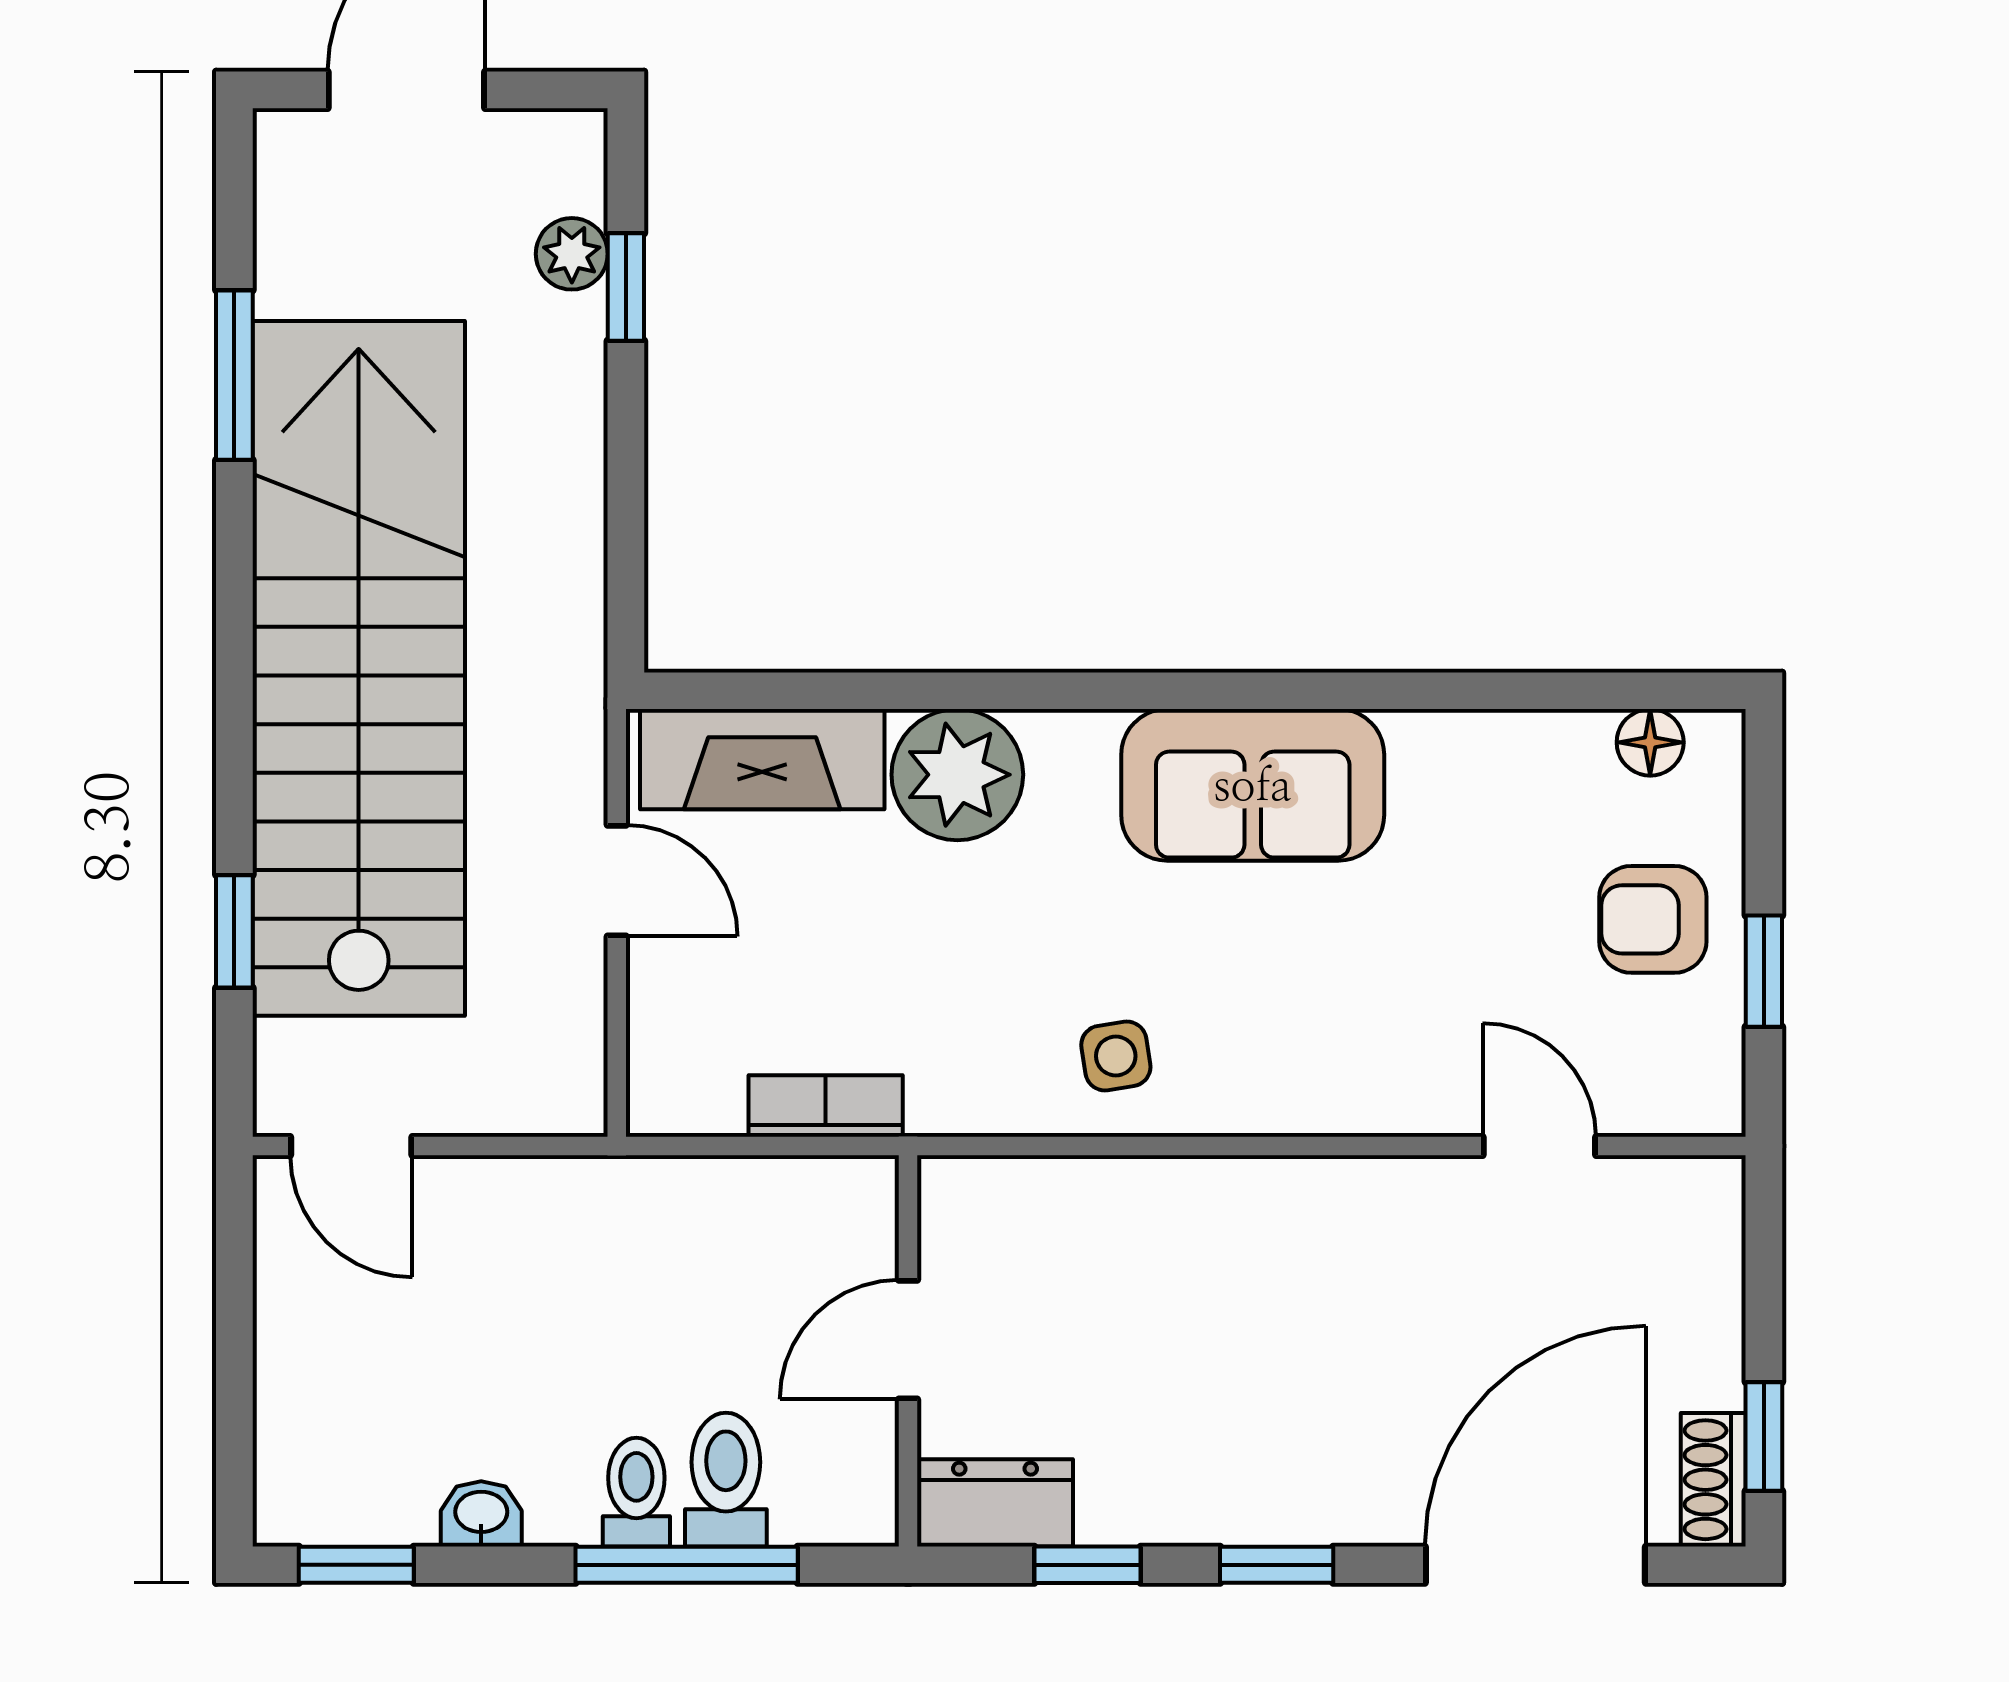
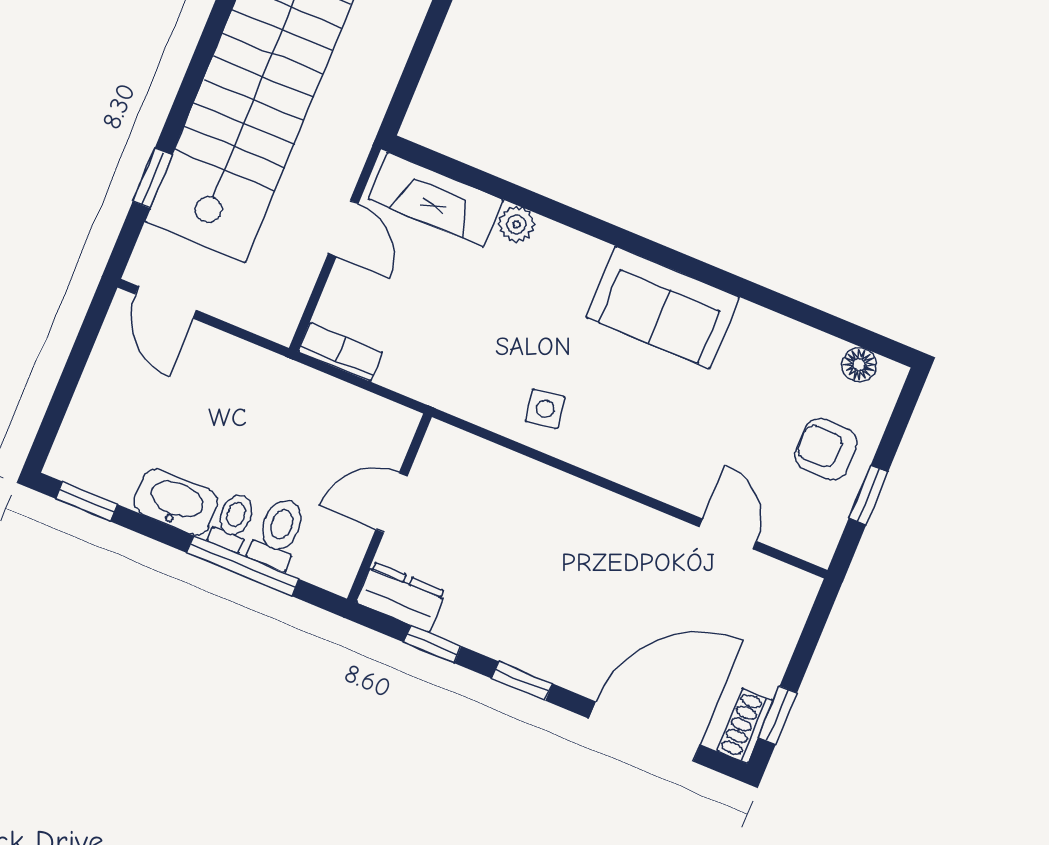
plant: (957, 775) -> (516, 224), width x0.53, depth x0.53
bookcase: (826, 1106) -> (340, 352), moved
washbasin: (481, 1514) -> (176, 502), width x1.91, depth x1.45

